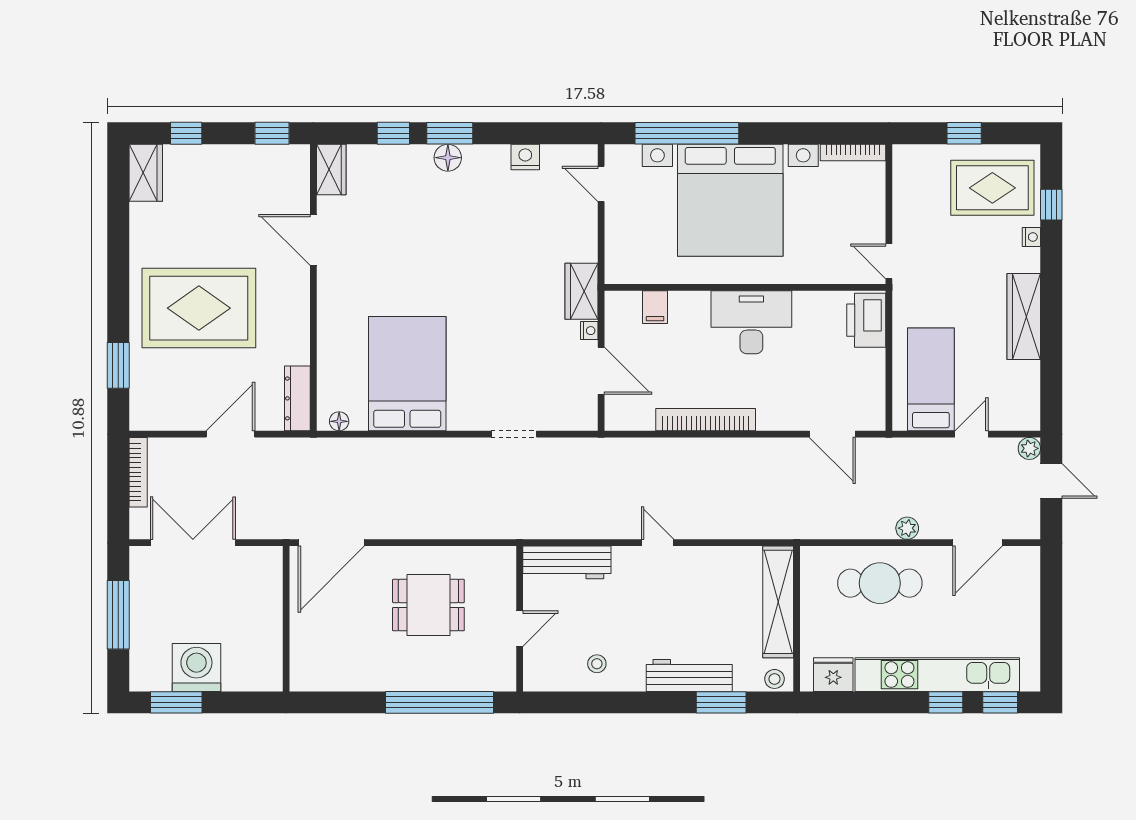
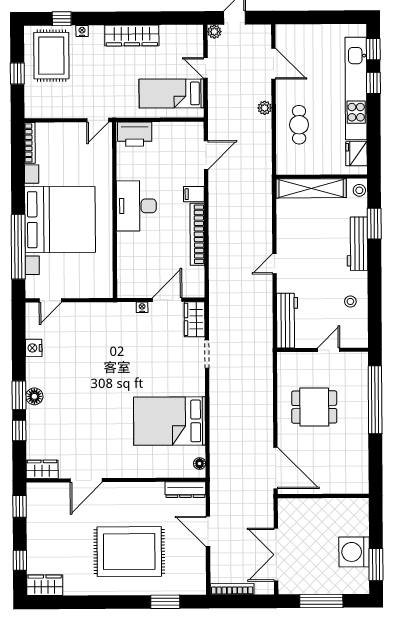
wardrobe: (582, 291) -> (195, 319), moved, turned 90
filing cabinet: (655, 307) -> (194, 194), moved, turned 180
rug: (199, 308) -> (129, 552), turned 90
cafe table: (880, 583) -> (299, 125), width x0.73, depth x0.74
dining table: (428, 605) -> (314, 407), turned 90
door: (520, 629) -> (329, 350), hinge flipped

